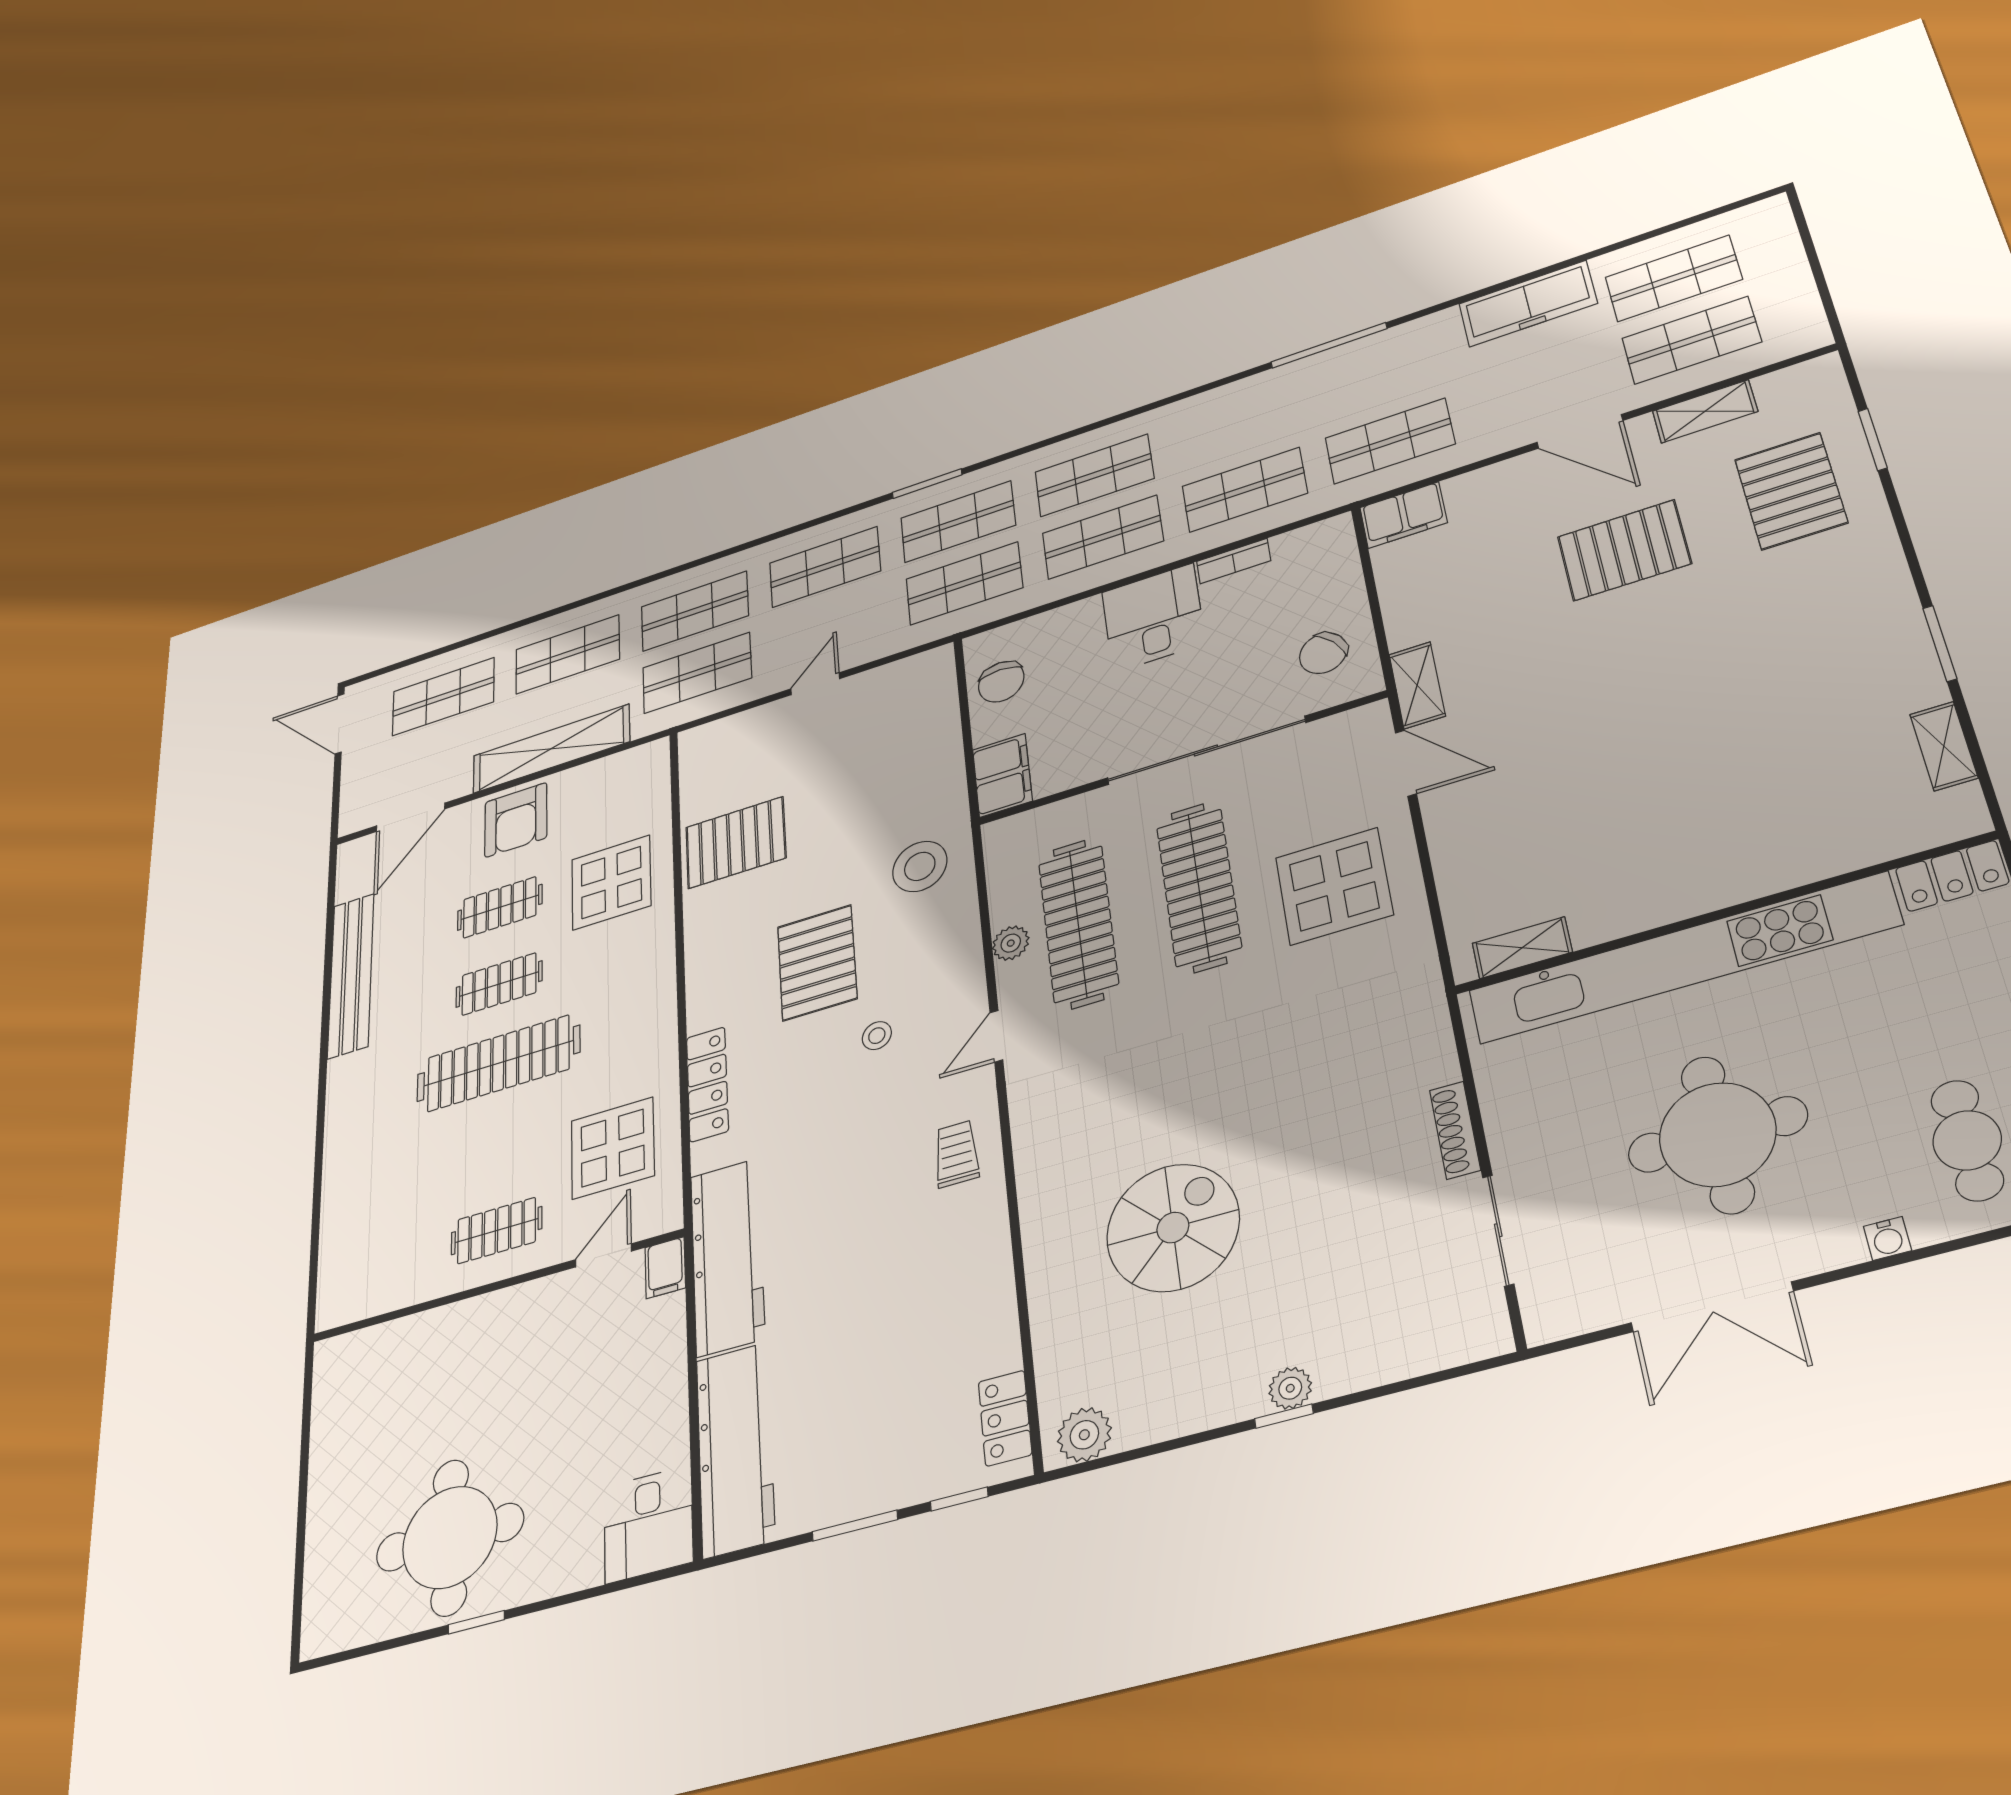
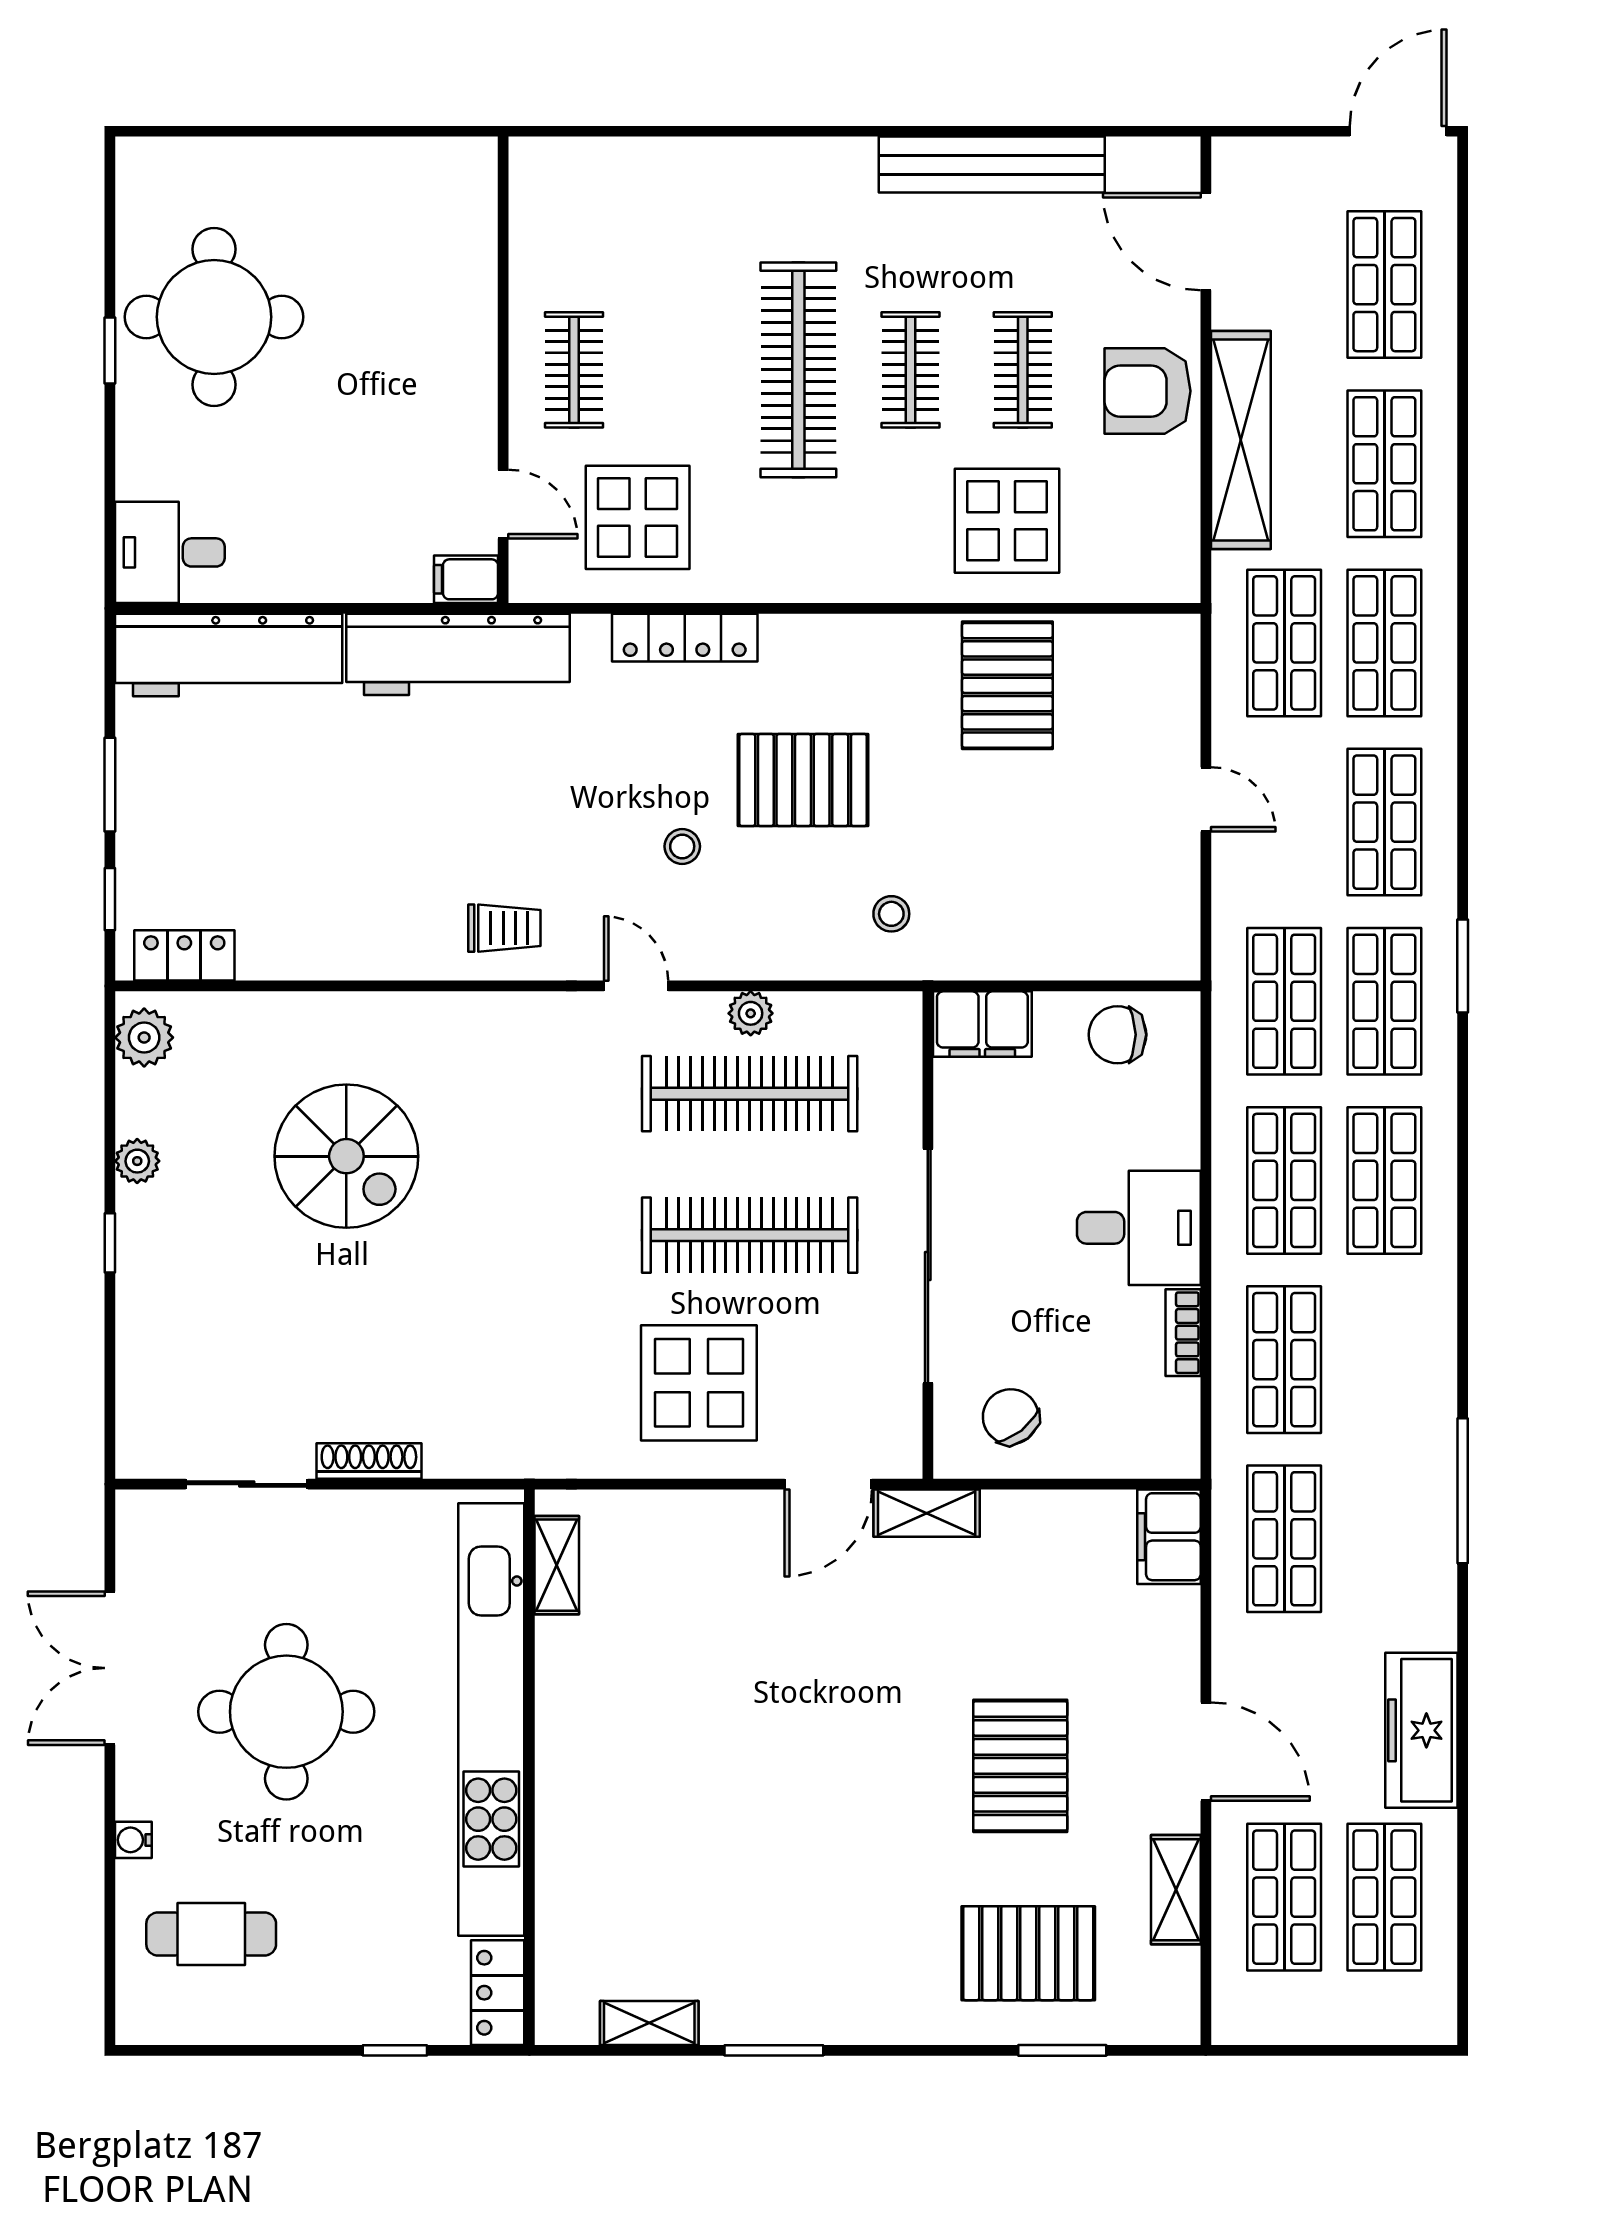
door: (1580, 431) -> (1206, 1752), swing flipped
stool: (920, 866) -> (891, 914), width x0.53, depth x0.53
plant: (1290, 1388) -> (137, 1161), moved

